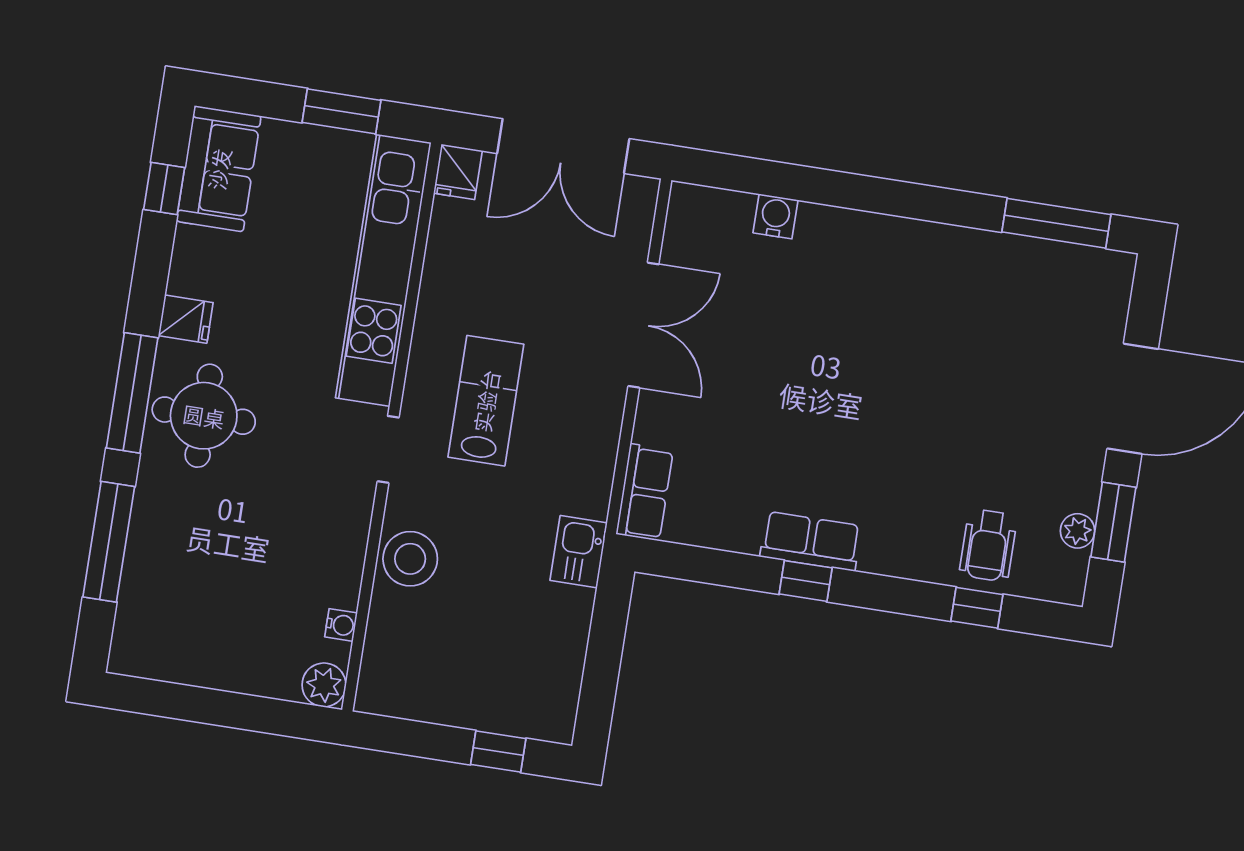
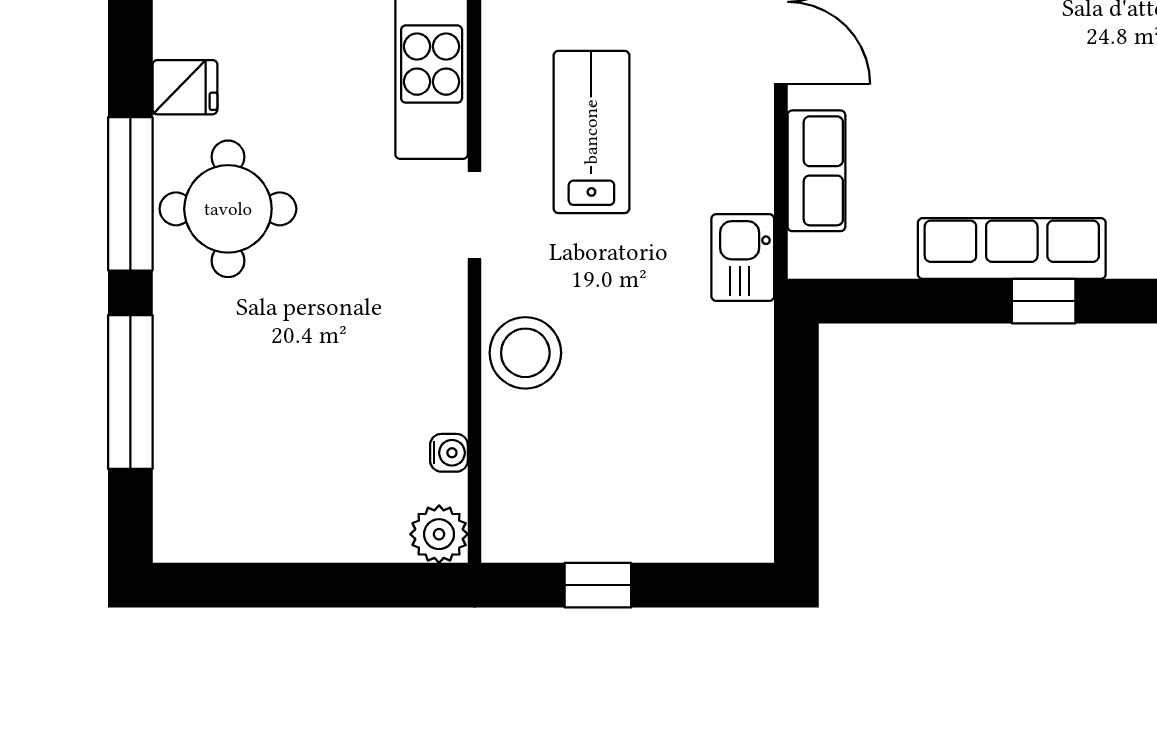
row of seats: (645, 492) -> (816, 171), moved
row of seats: (811, 541) -> (1012, 249), width x1.48
kitchen sink: (579, 552) -> (743, 258), moved
window: (498, 752) -> (598, 585), moved

